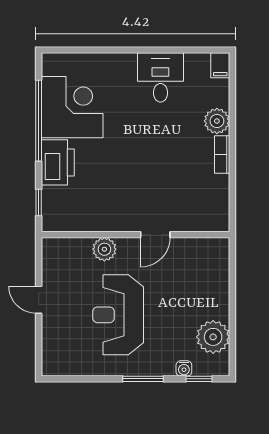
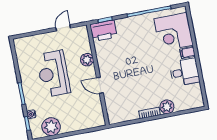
filing cabinet: (220, 65) -> (187, 53), moved
corner desk: (72, 107) -> (174, 32), moved, turned 90
printer: (58, 162) -> (104, 31), moved
door: (39, 300) -> (63, 28), moved
reception desk: (118, 315) -> (53, 74), turned -90

